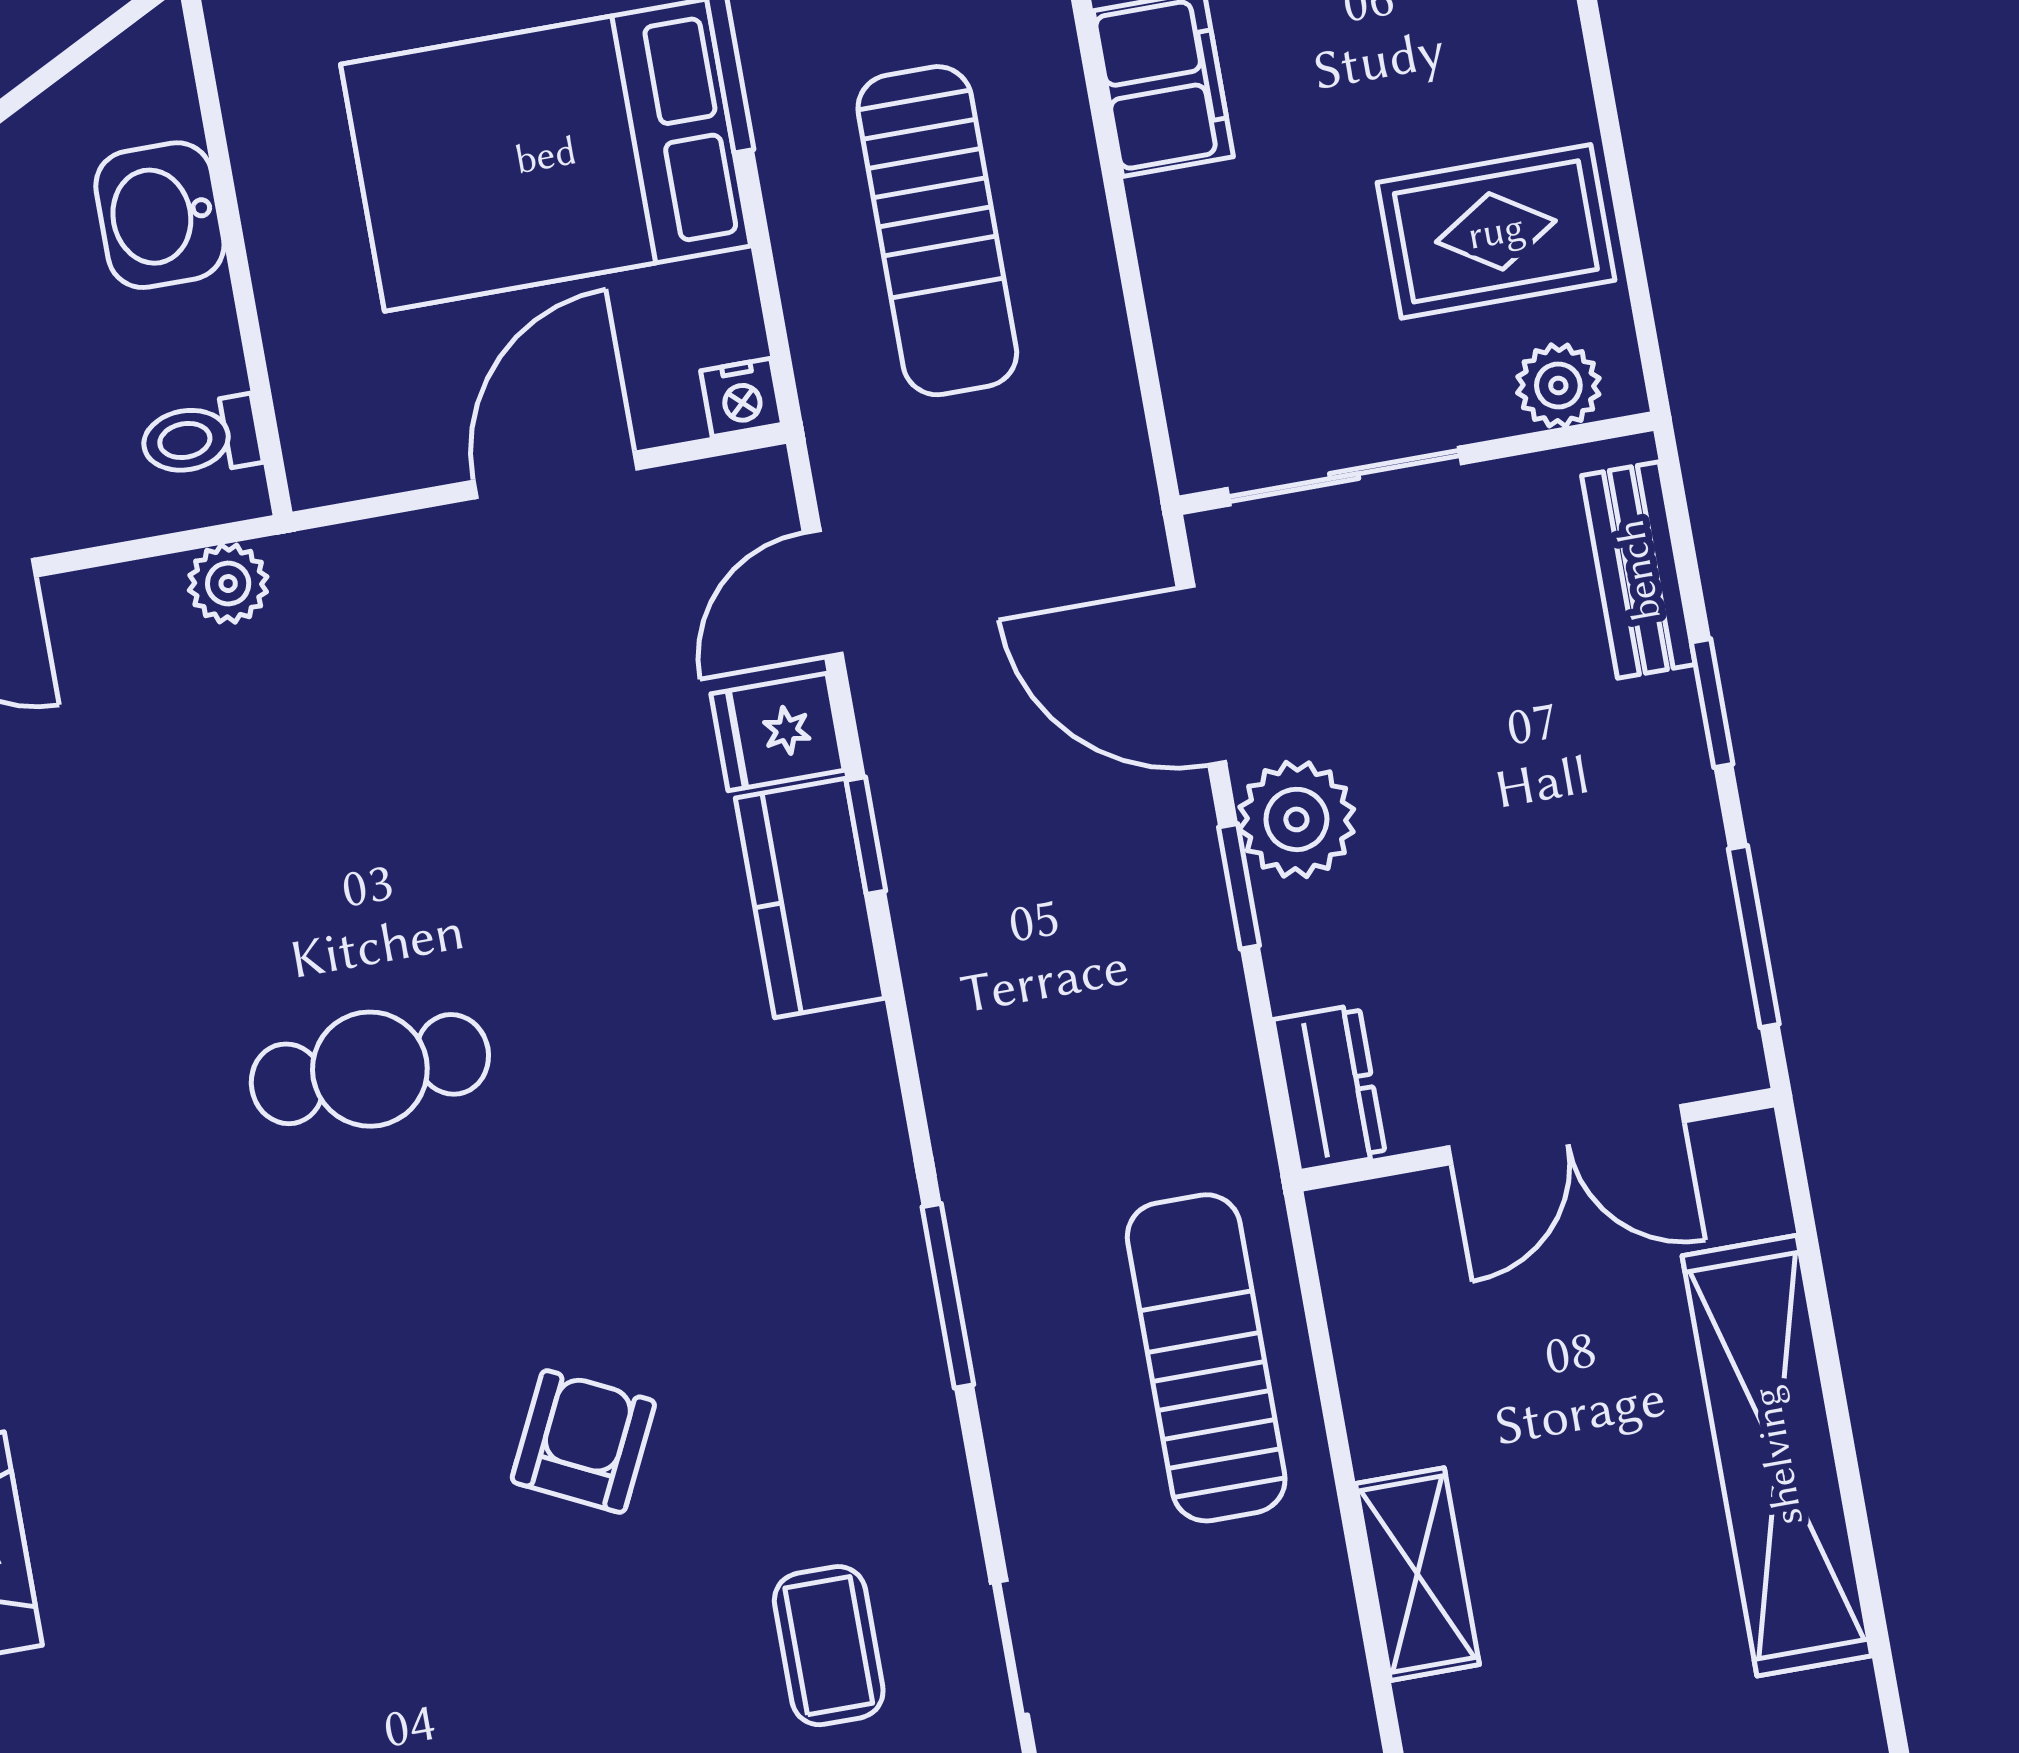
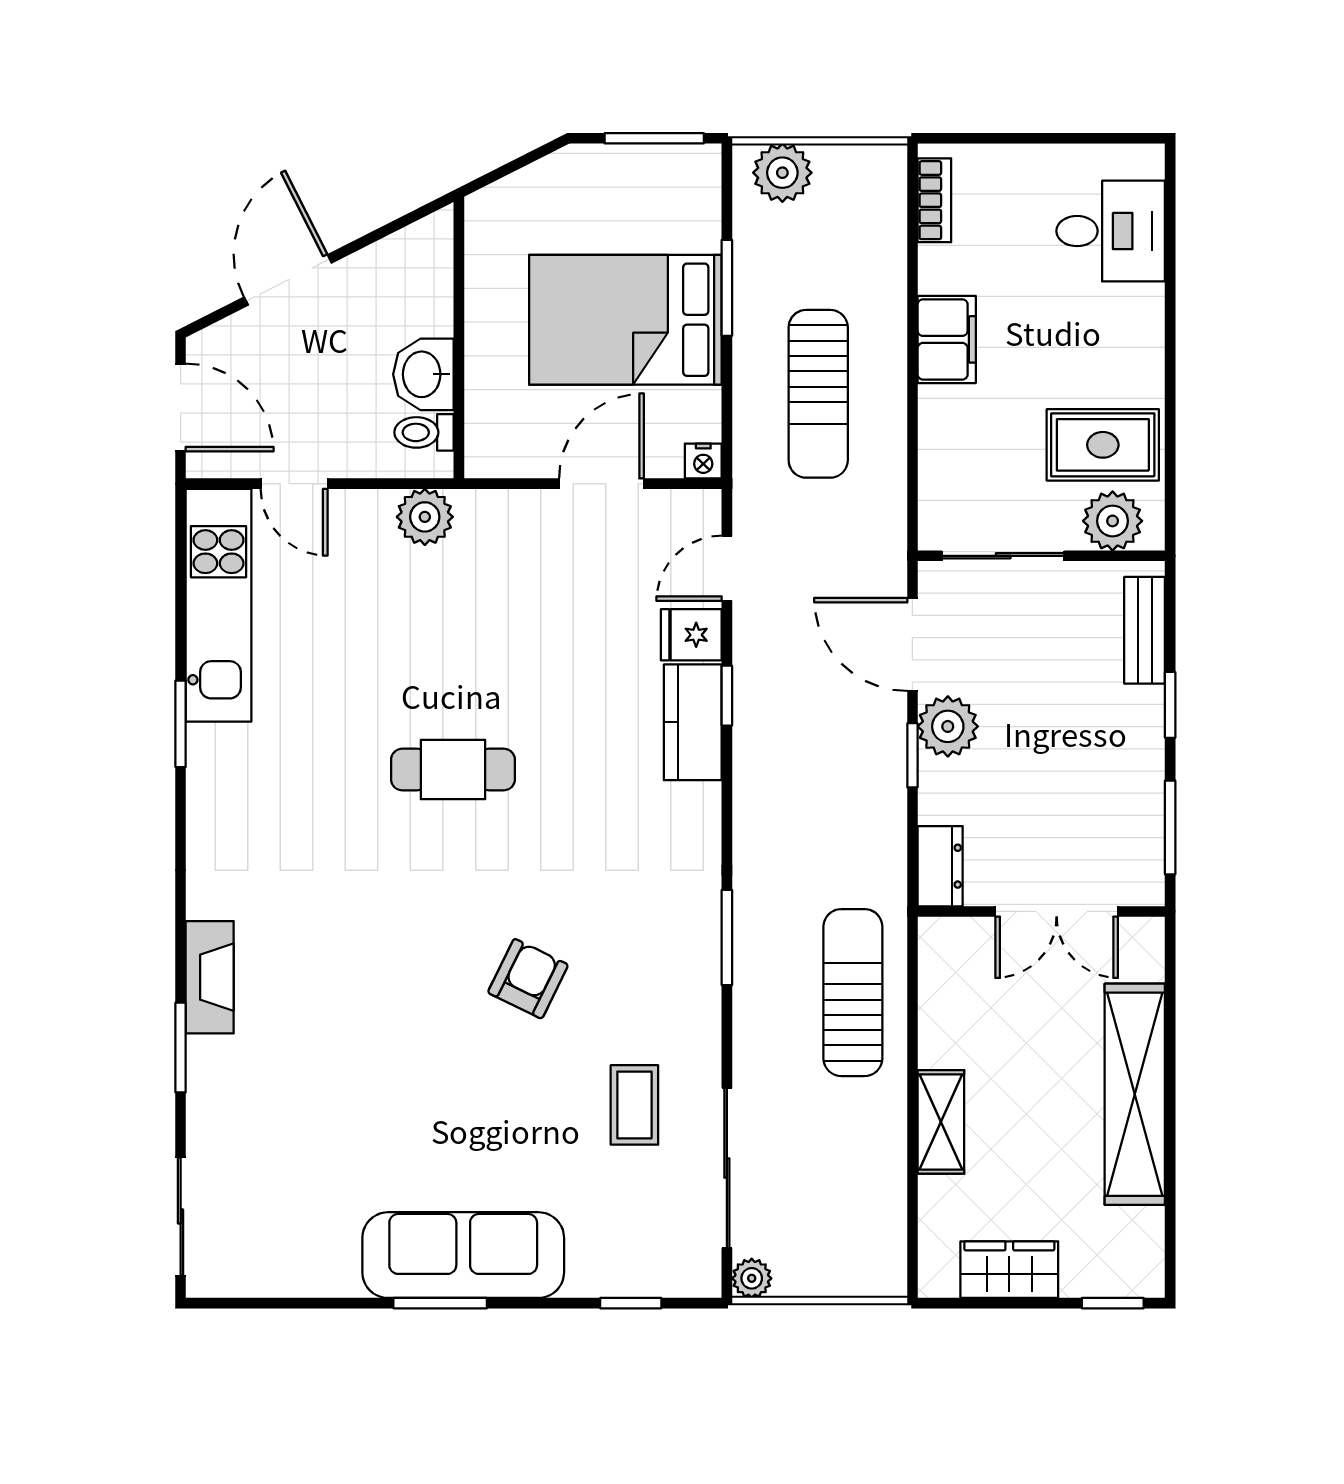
washbasin: (160, 215) -> (423, 374), moved
plant: (1558, 385) -> (1113, 521), width x1.38, depth x1.38
plant: (228, 584) -> (425, 517), width x1.38, depth x1.38

